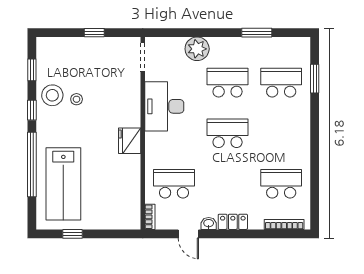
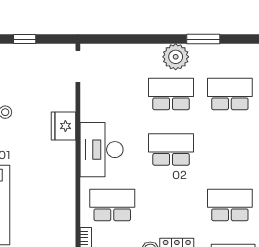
plant: (197, 49) -> (176, 57), moved
desk: (164, 106) -> (102, 150), moved
fridge: (130, 141) -> (64, 126), moved

